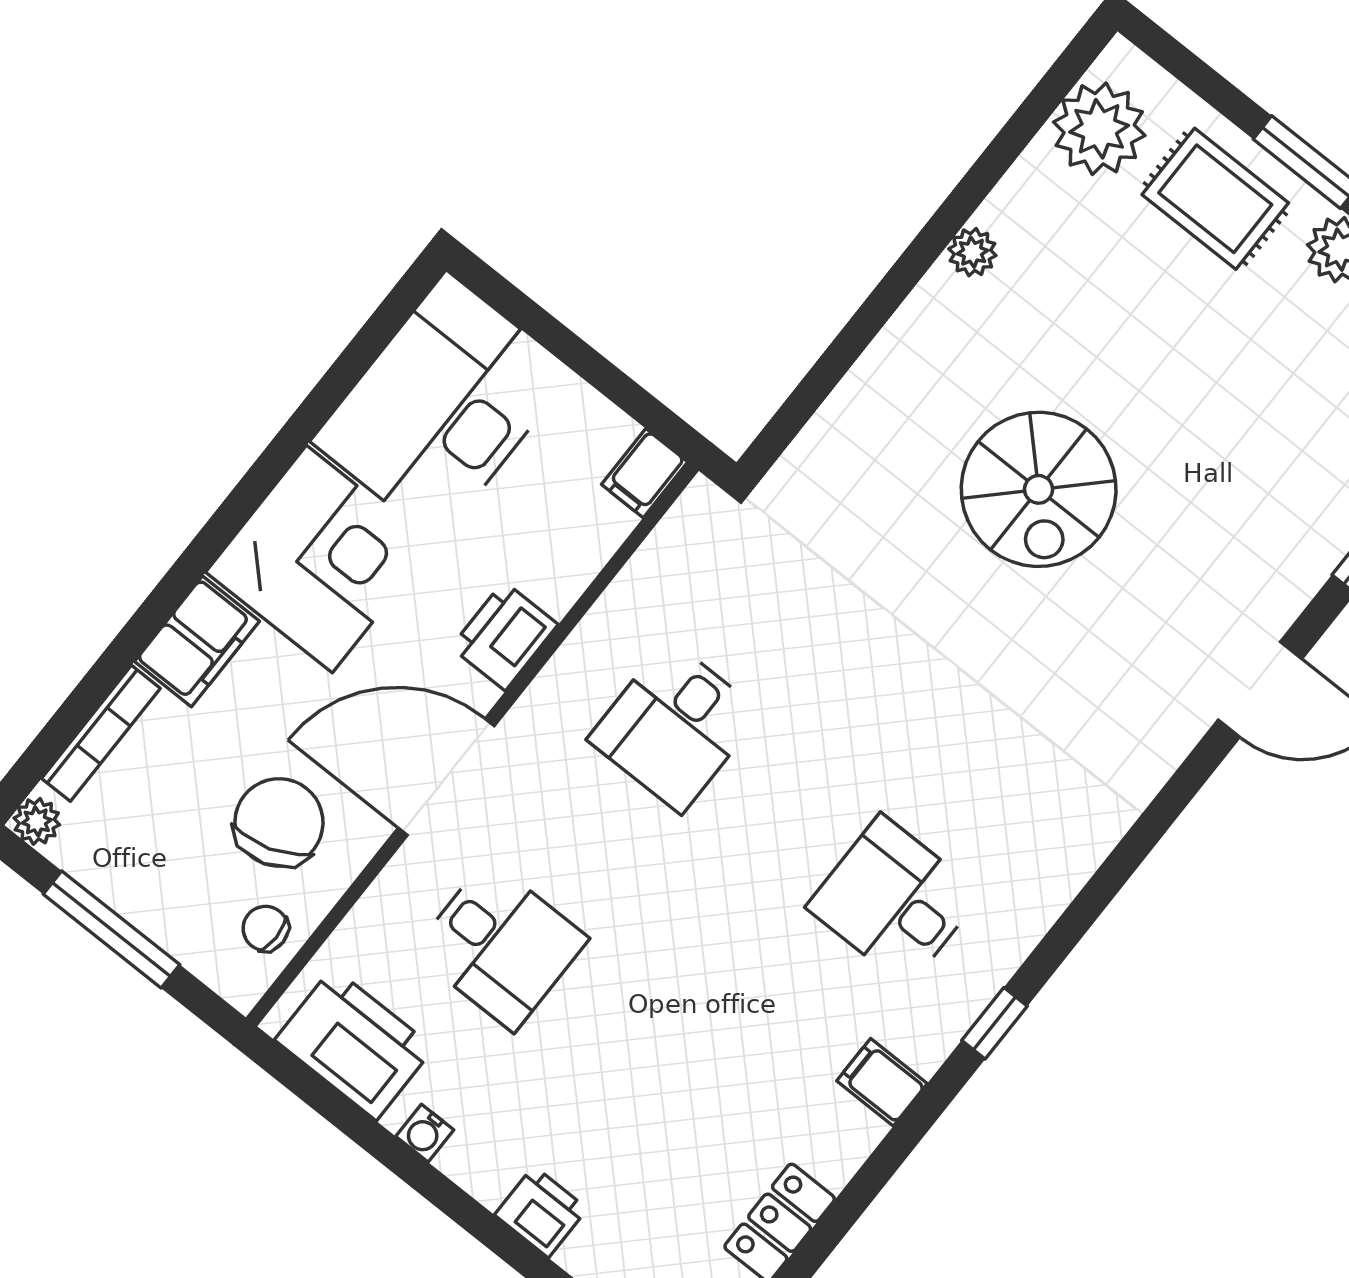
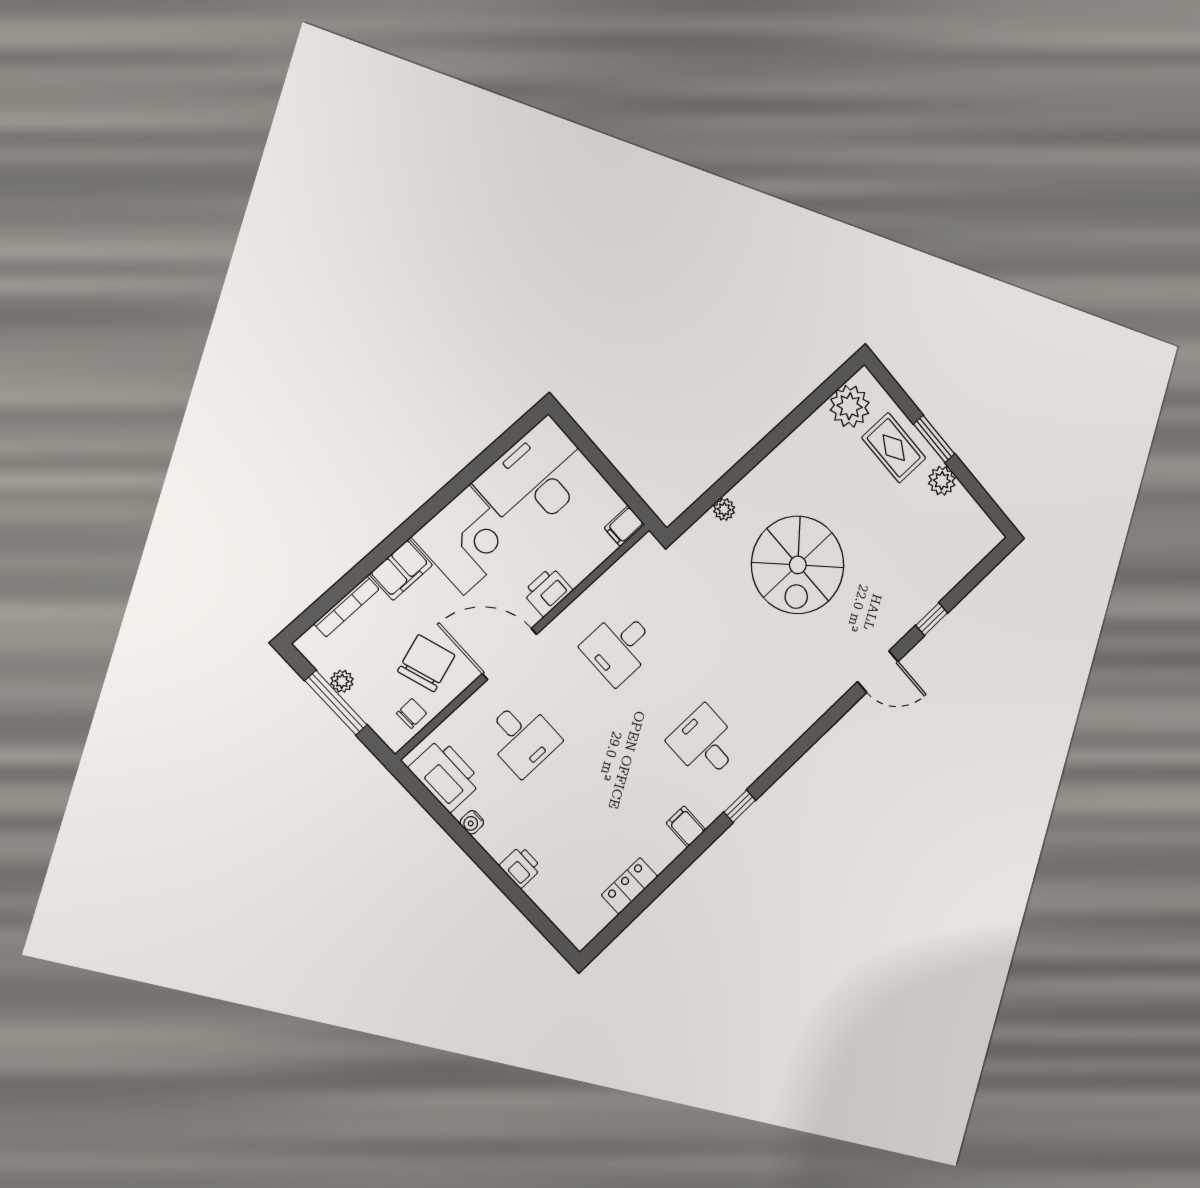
plant: (972, 252) -> (724, 509), moved
spiral stairs: (1039, 489) -> (798, 565), width x1.37, depth x1.37
plant: (37, 821) -> (342, 681), moved
chair: (266, 928) -> (412, 713), turned 88

